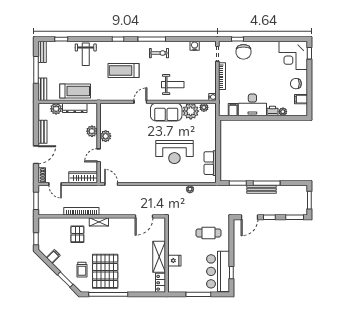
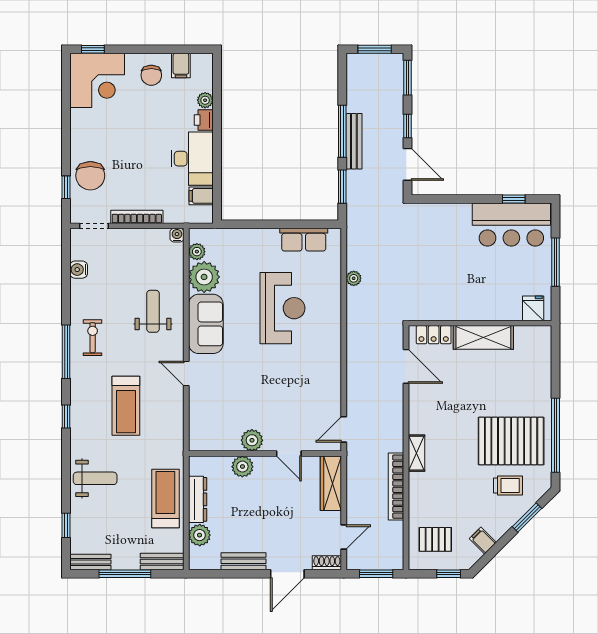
chair: (243, 52) -> (90, 176), turned 90
door: (36, 155) -> (287, 574), swing flipped
cafe table: (209, 233) -> (438, 243), removed
pallet: (77, 234) -> (435, 539), moved
fridge: (174, 261) -> (533, 308), moved
locker: (161, 283) -> (434, 335), moved

